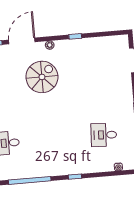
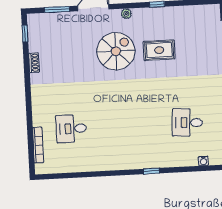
rug: (78, 75) -> (159, 50), added
window: (30, 180) -> (97, 174), removed

